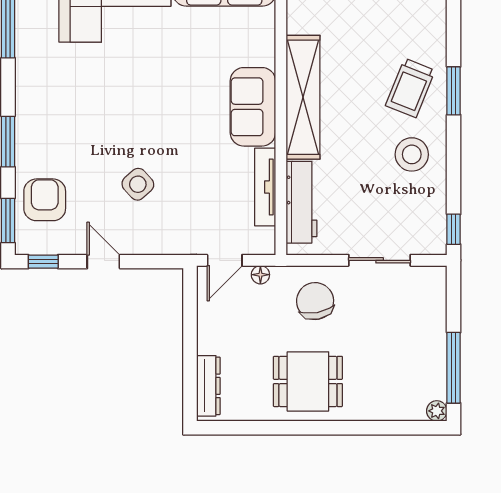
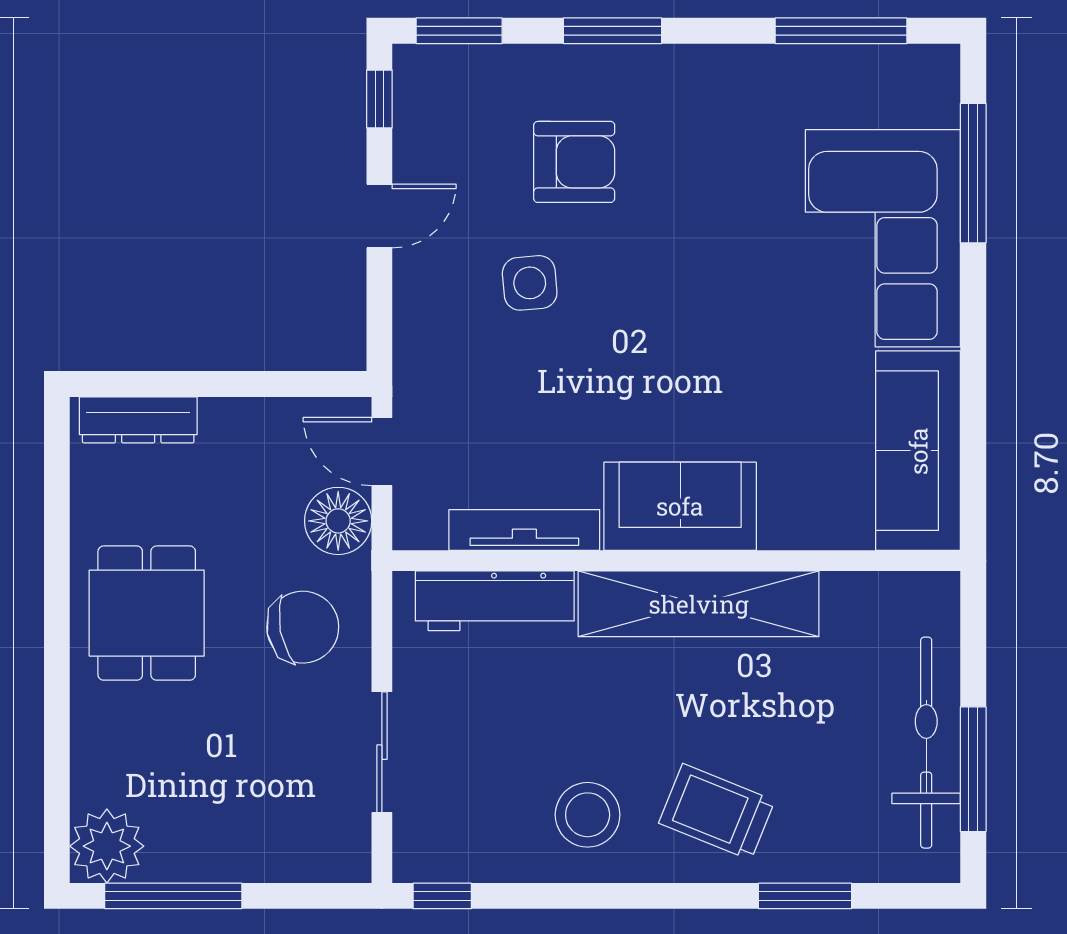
window: (454, 91) -> (805, 896), moved
side table: (138, 184) -> (530, 283), turned 37
armchair: (45, 200) -> (574, 162), moved
floor lamp: (260, 275) -> (338, 521), width x1.89, depth x1.89
plant: (437, 411) -> (107, 846), width x1.87, depth x1.87

